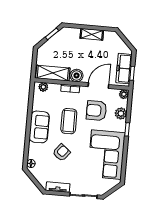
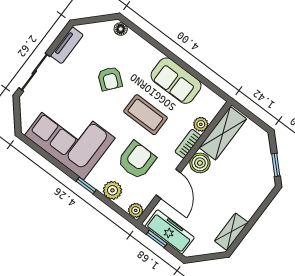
shelving: (92, 34) -> (231, 232), moved
plant: (43, 87) -> (201, 124), moved
sofa: (39, 127) -> (176, 81), moved

